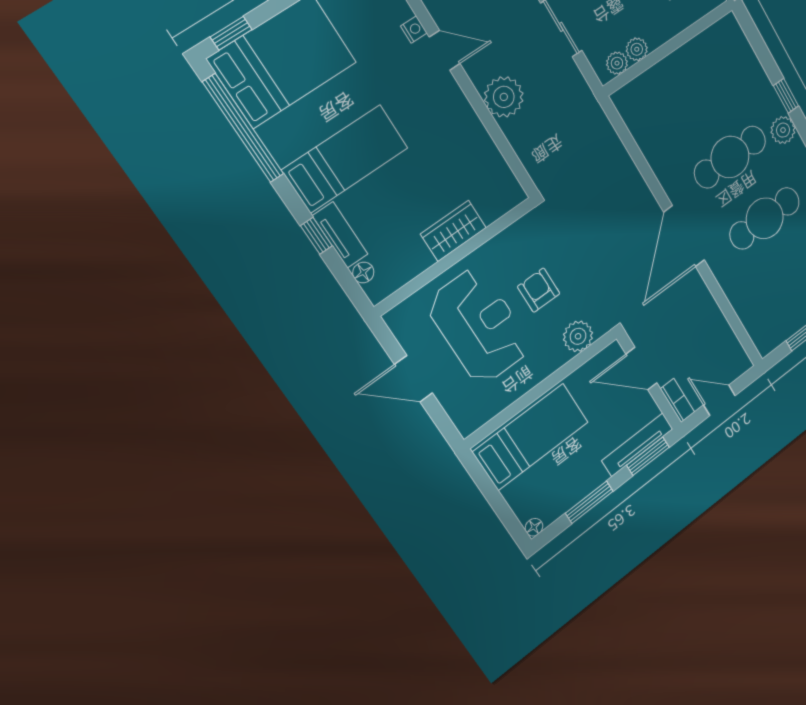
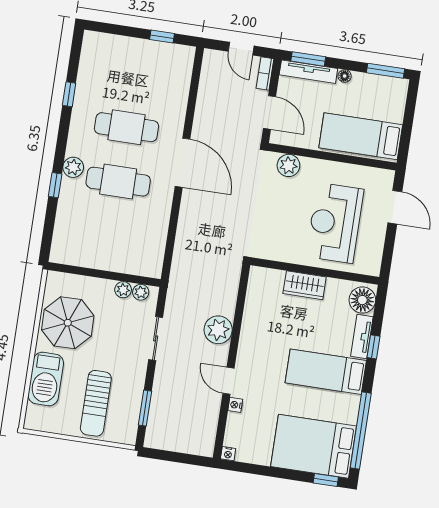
door: (684, 236) -> (183, 163), hinge flipped
floor lamp: (363, 272) -> (362, 300), width x1.89, depth x1.89
armchair: (539, 290) -> (288, 211), removed
door: (413, 379) -> (395, 207), moved
window: (589, 502) -> (386, 71), moved
floor lamp: (534, 527) -> (345, 76), moved

